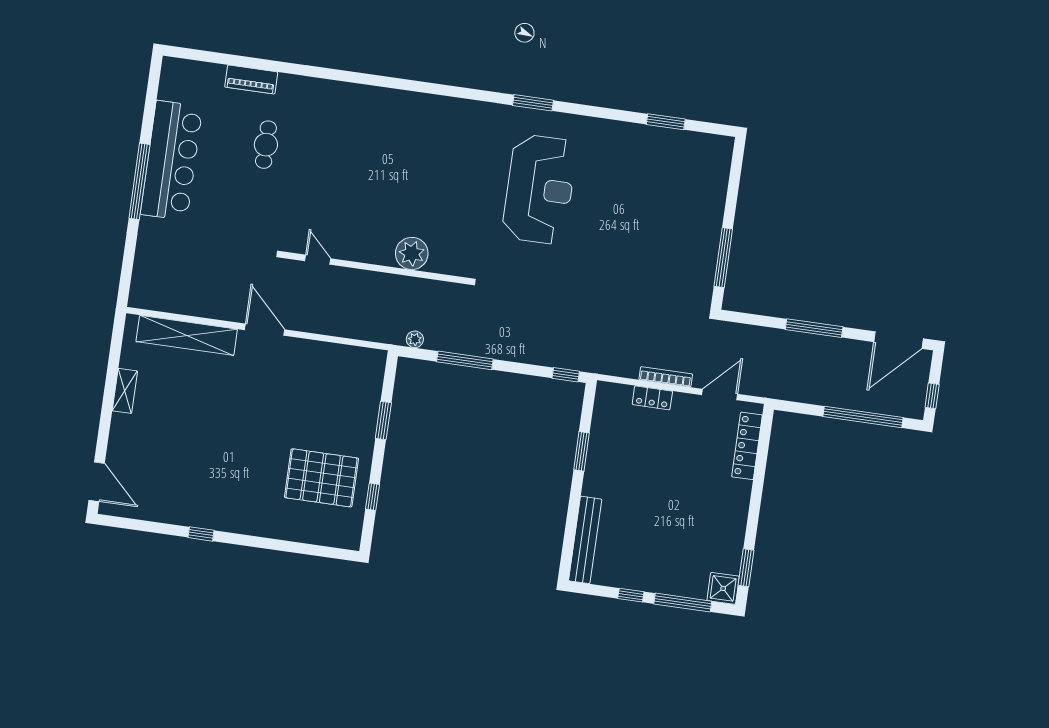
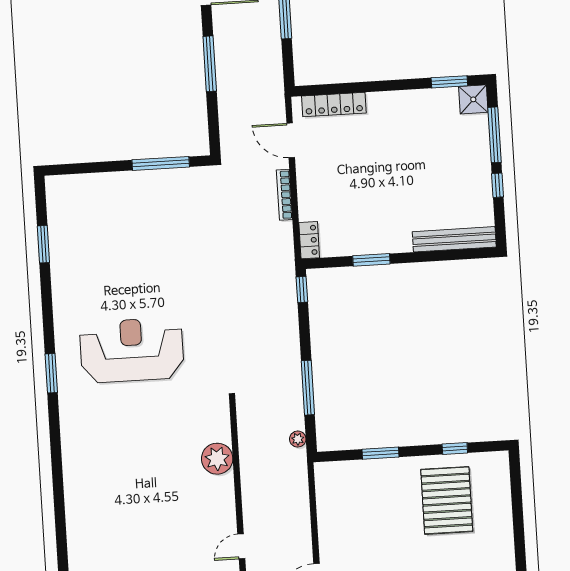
locker: (652, 398) -> (309, 240), moved

